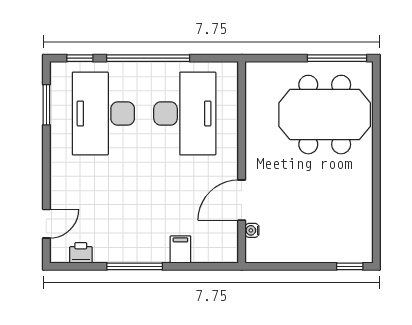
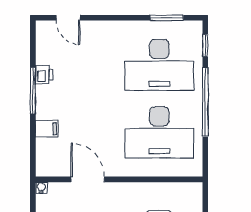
desk: (103, 114) -> (159, 65), turned 180
water cooler: (252, 230) -> (41, 188), moved
printer: (81, 253) -> (44, 75), moved

